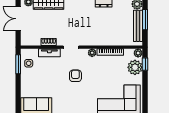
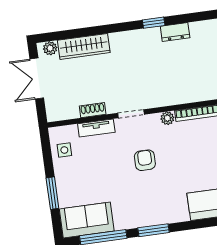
window: (18, 64) -> (52, 193), moved

